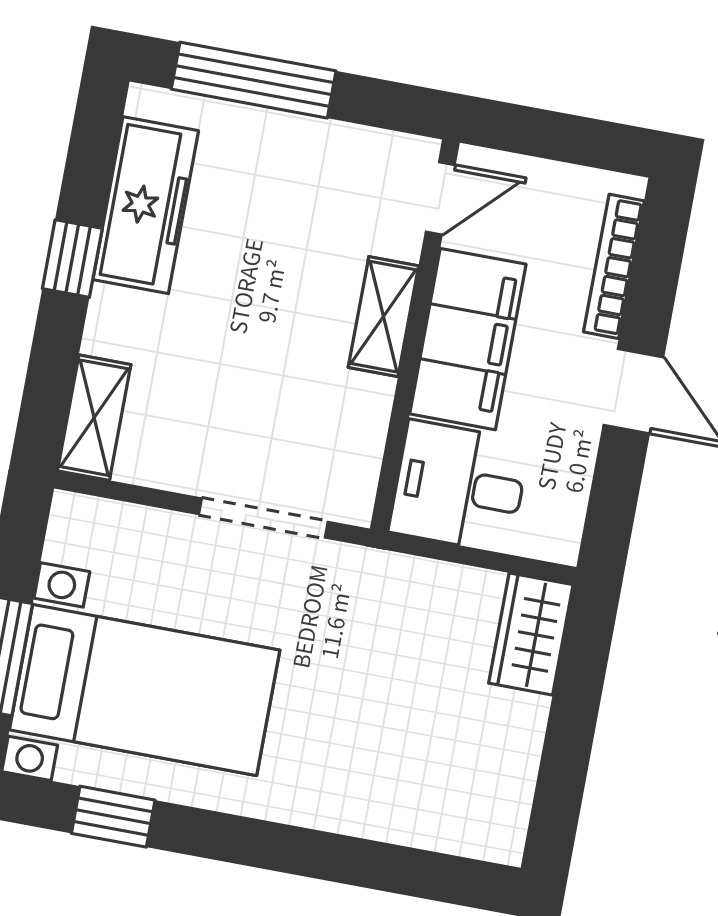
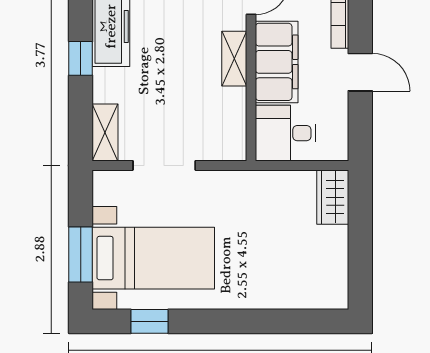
doorway: (263, 518) -> (164, 165), moved

